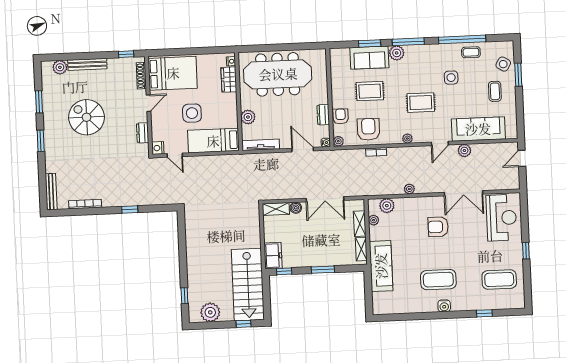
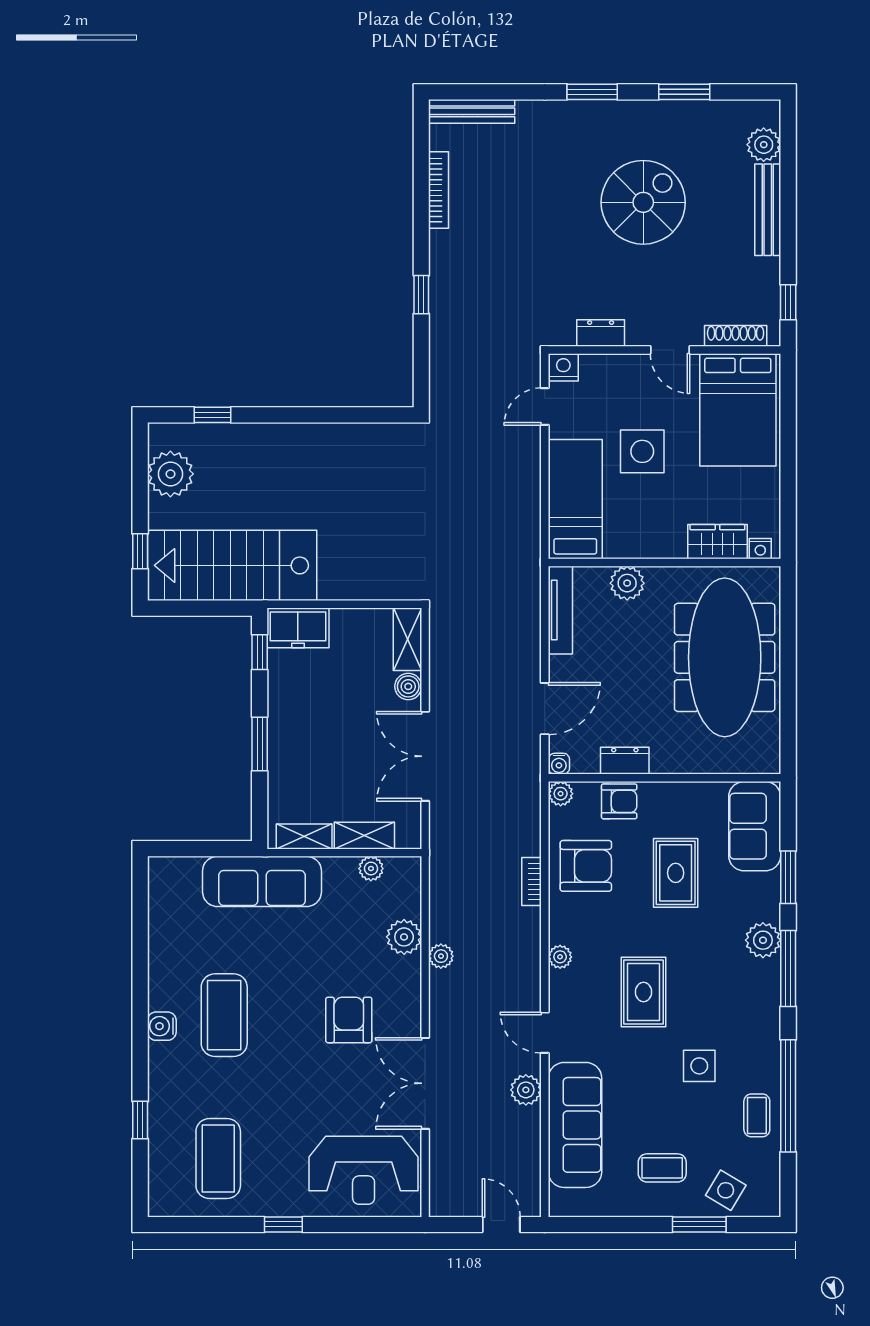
sofa: (369, 58) -> (755, 826), moved
plant: (387, 206) -> (404, 937), moved

